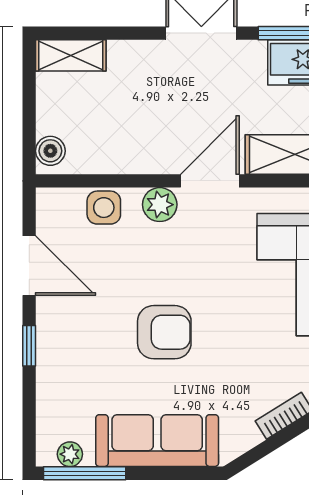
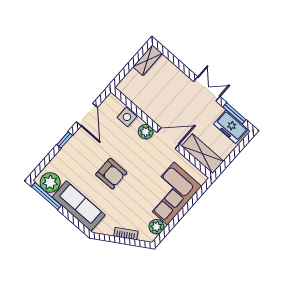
shelving: (71, 55) -> (148, 60), moved, turned 90
boiler: (50, 151) -> (126, 84), removed
plant: (70, 454) -> (50, 182), width x1.88, depth x1.88

